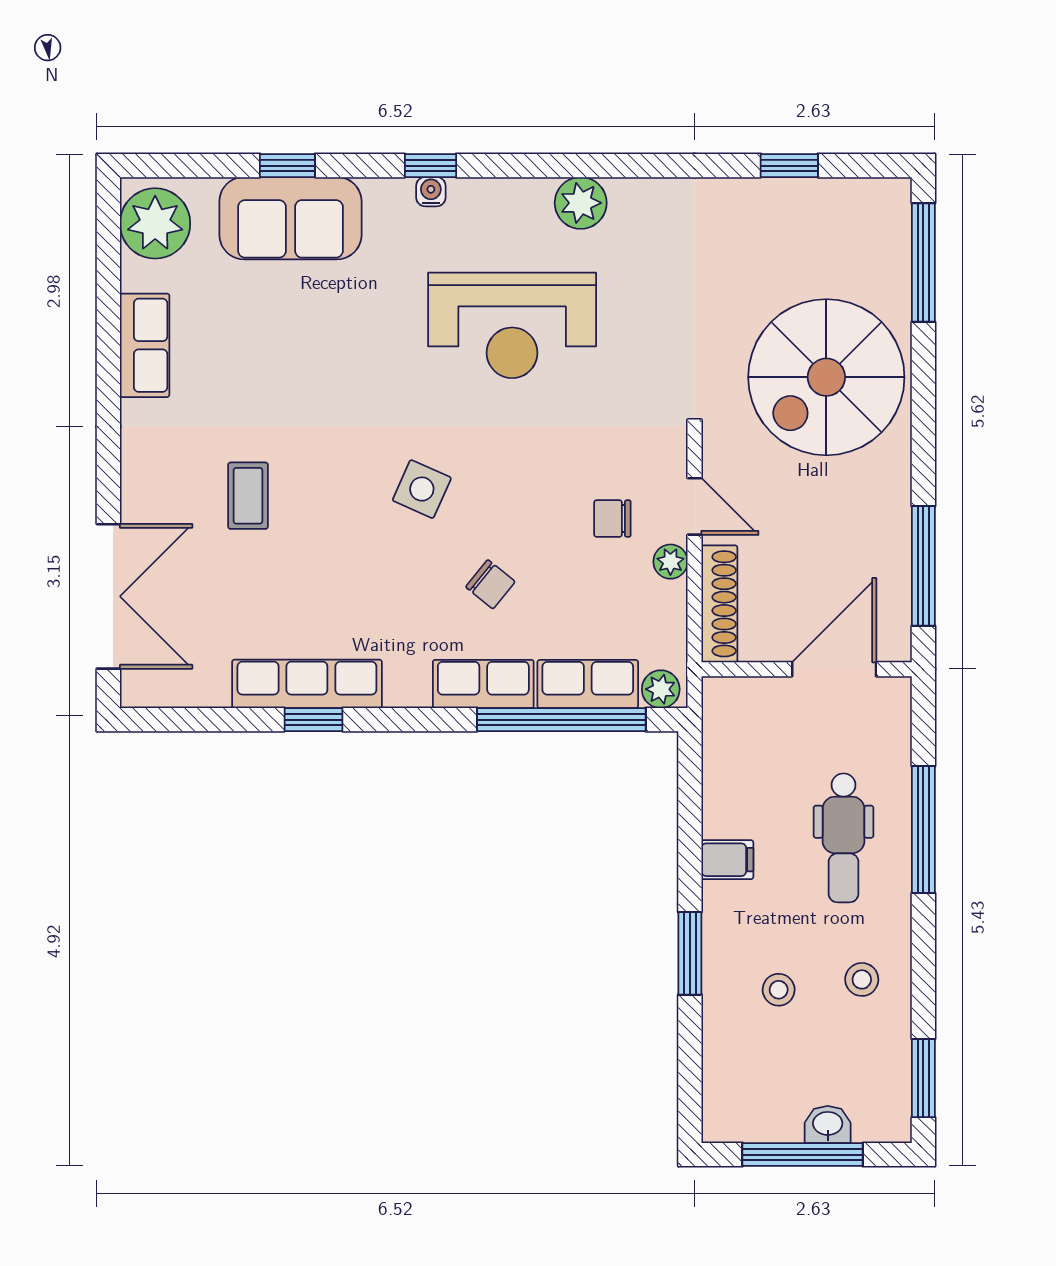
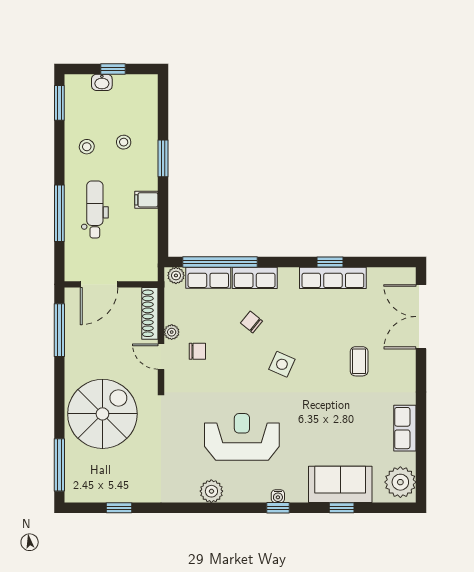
window: (803, 1155) -> (113, 69), width x0.46

